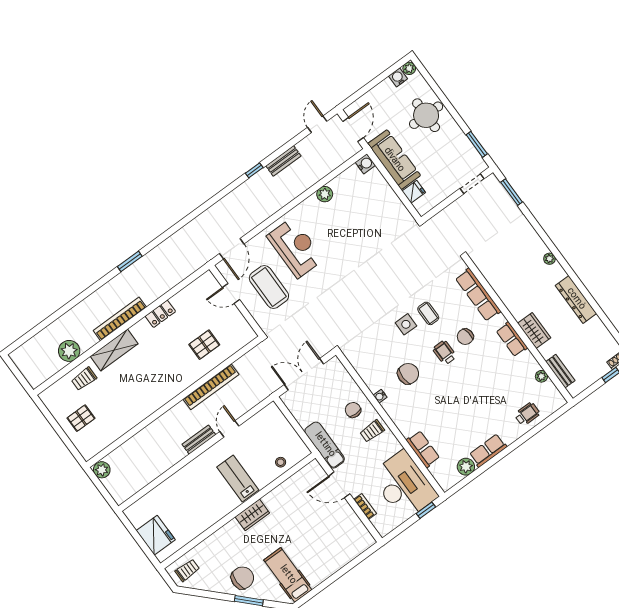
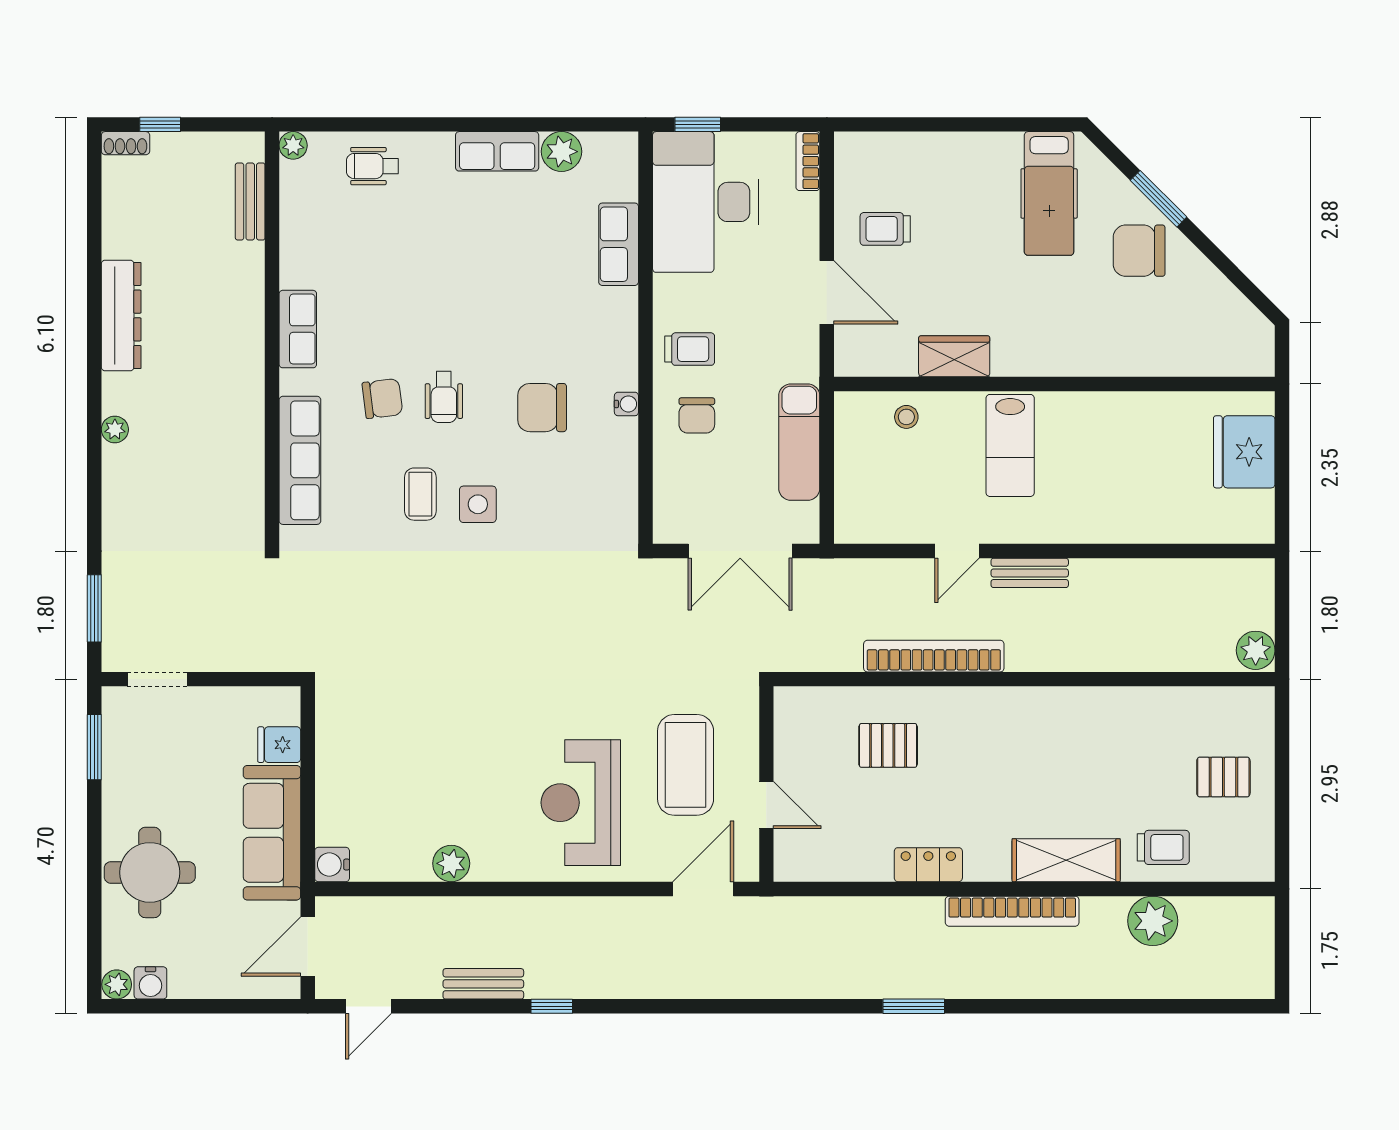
wardrobe: (534, 331) -> (243, 315), removed
plant: (541, 376) -> (293, 145), moved
exam couch: (325, 445) -> (799, 442), moved
bookcase: (365, 507) -> (808, 161), moved
wardrobe: (252, 515) -> (954, 356), moved
trolley: (187, 570) -> (885, 229), moved

